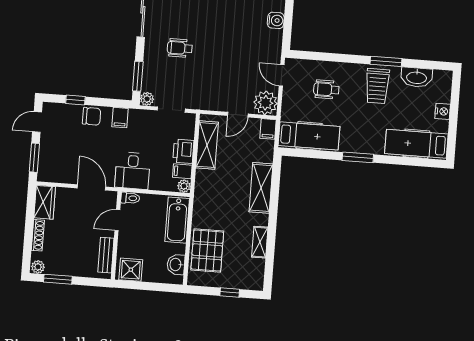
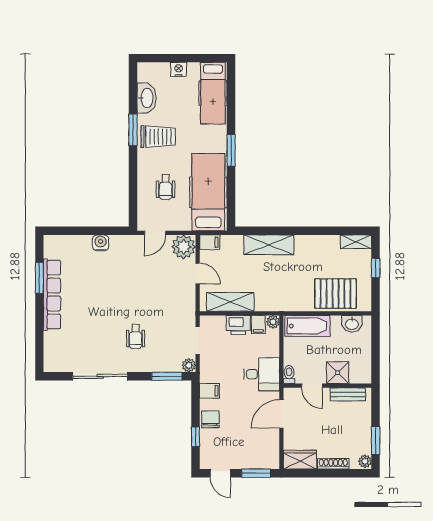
hospital bed: (309, 136) -> (208, 192), width x1.37, depth x1.29
shelving: (260, 242) -> (356, 242), moved
shower: (131, 270) -> (338, 373), moved

